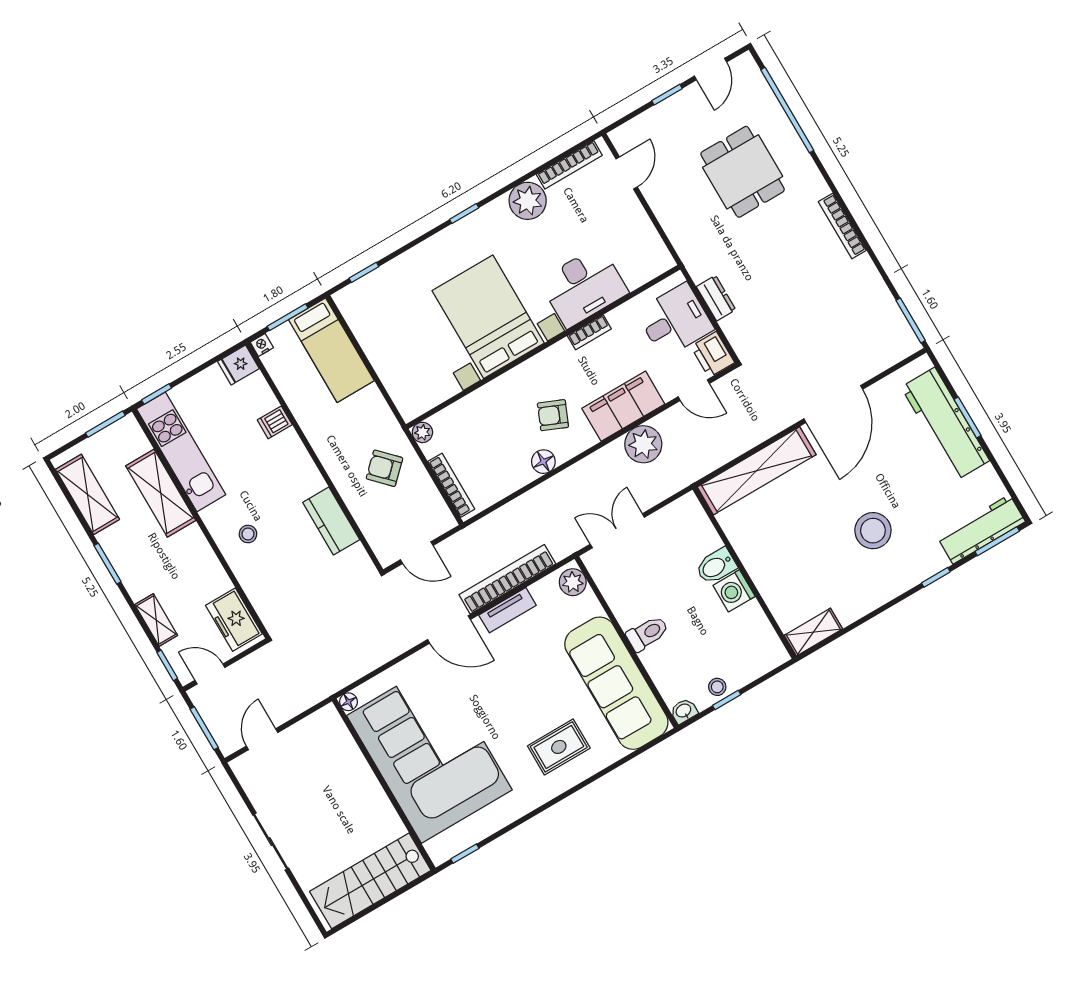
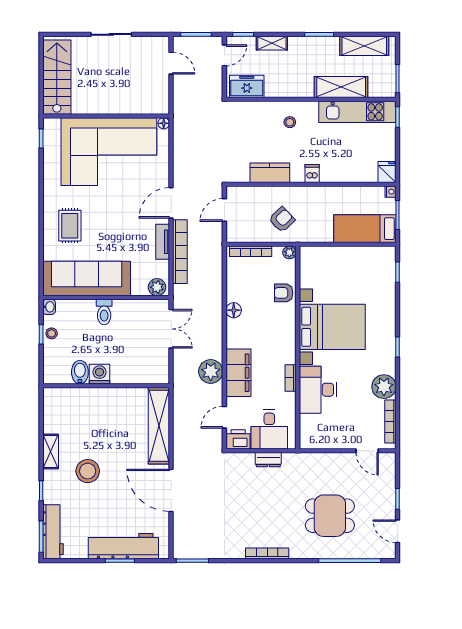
armchair: (553, 415) -> (284, 293), moved, turned -113
dishwasher: (275, 422) -> (312, 174), moved
bidet: (716, 566) -> (80, 372), moved
shelving: (813, 632) -> (51, 452), moved

